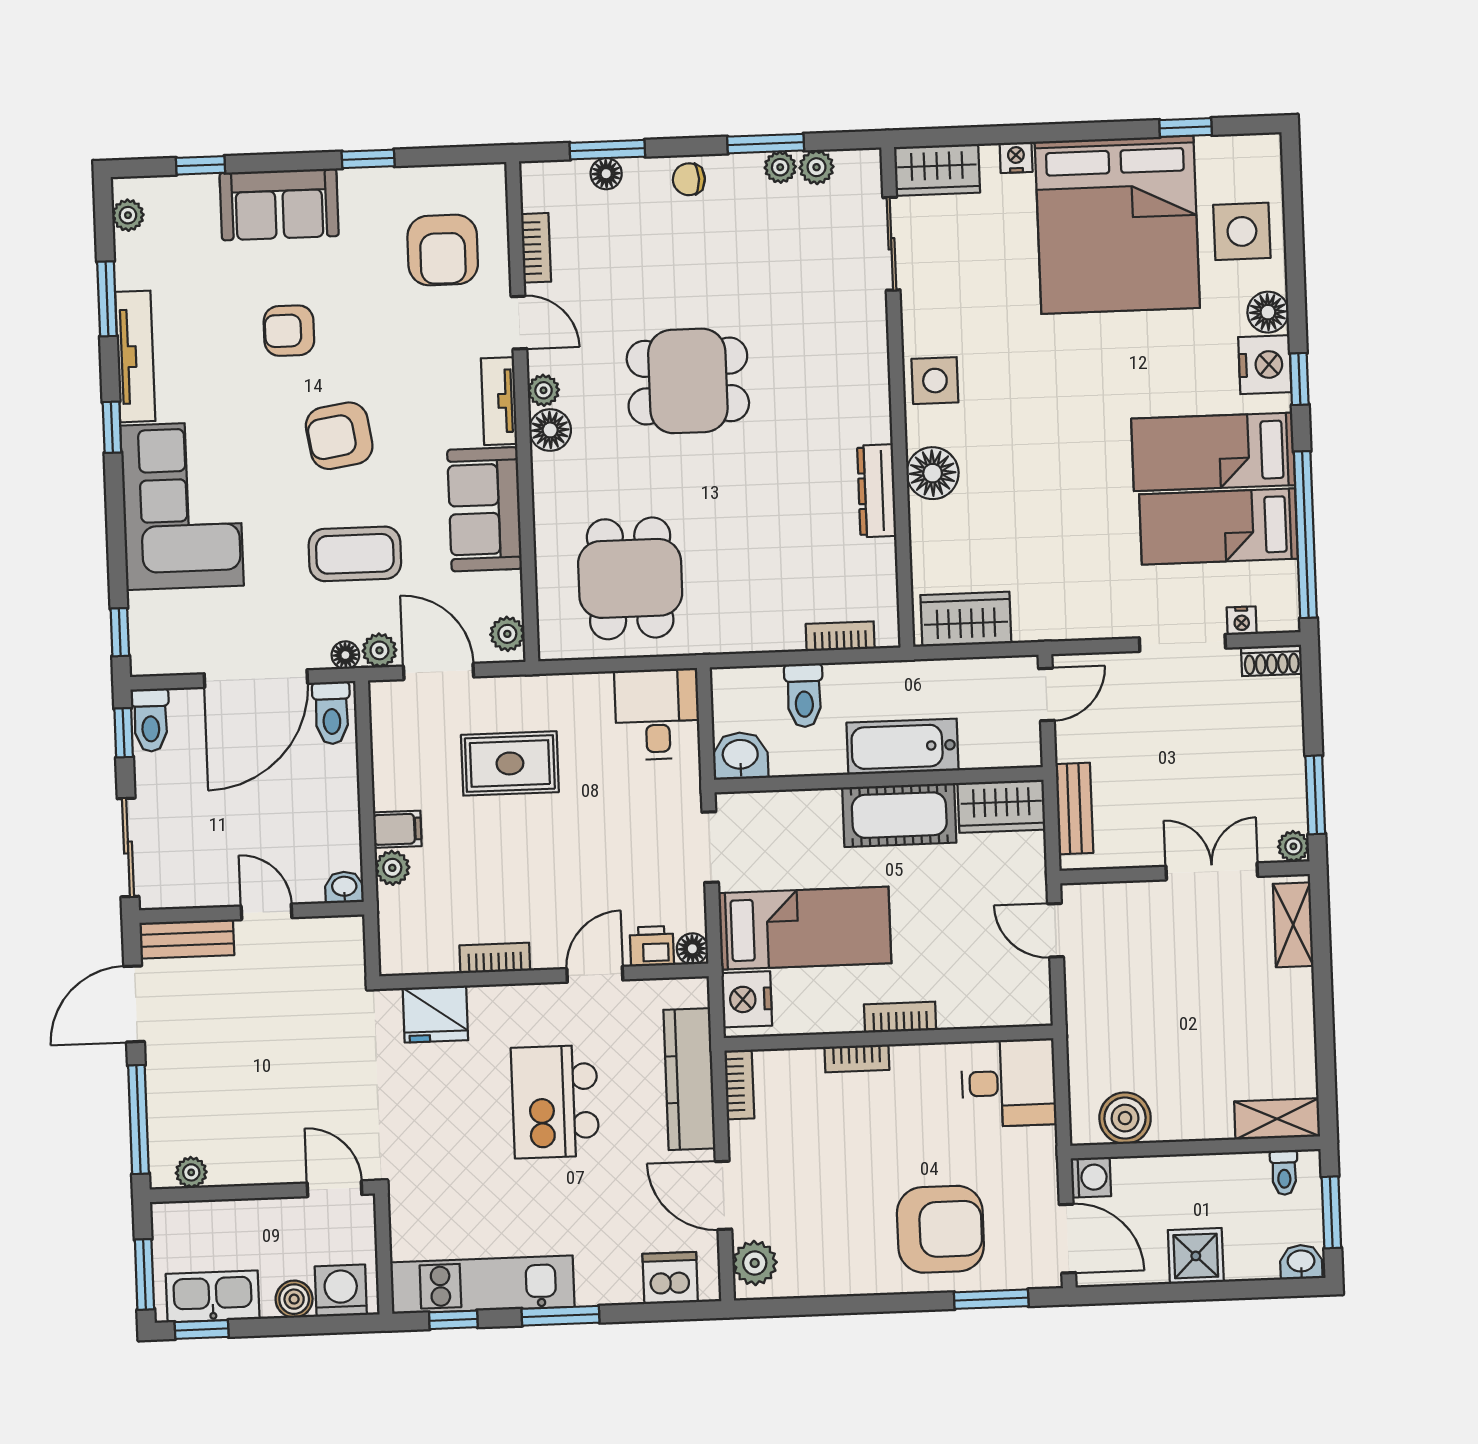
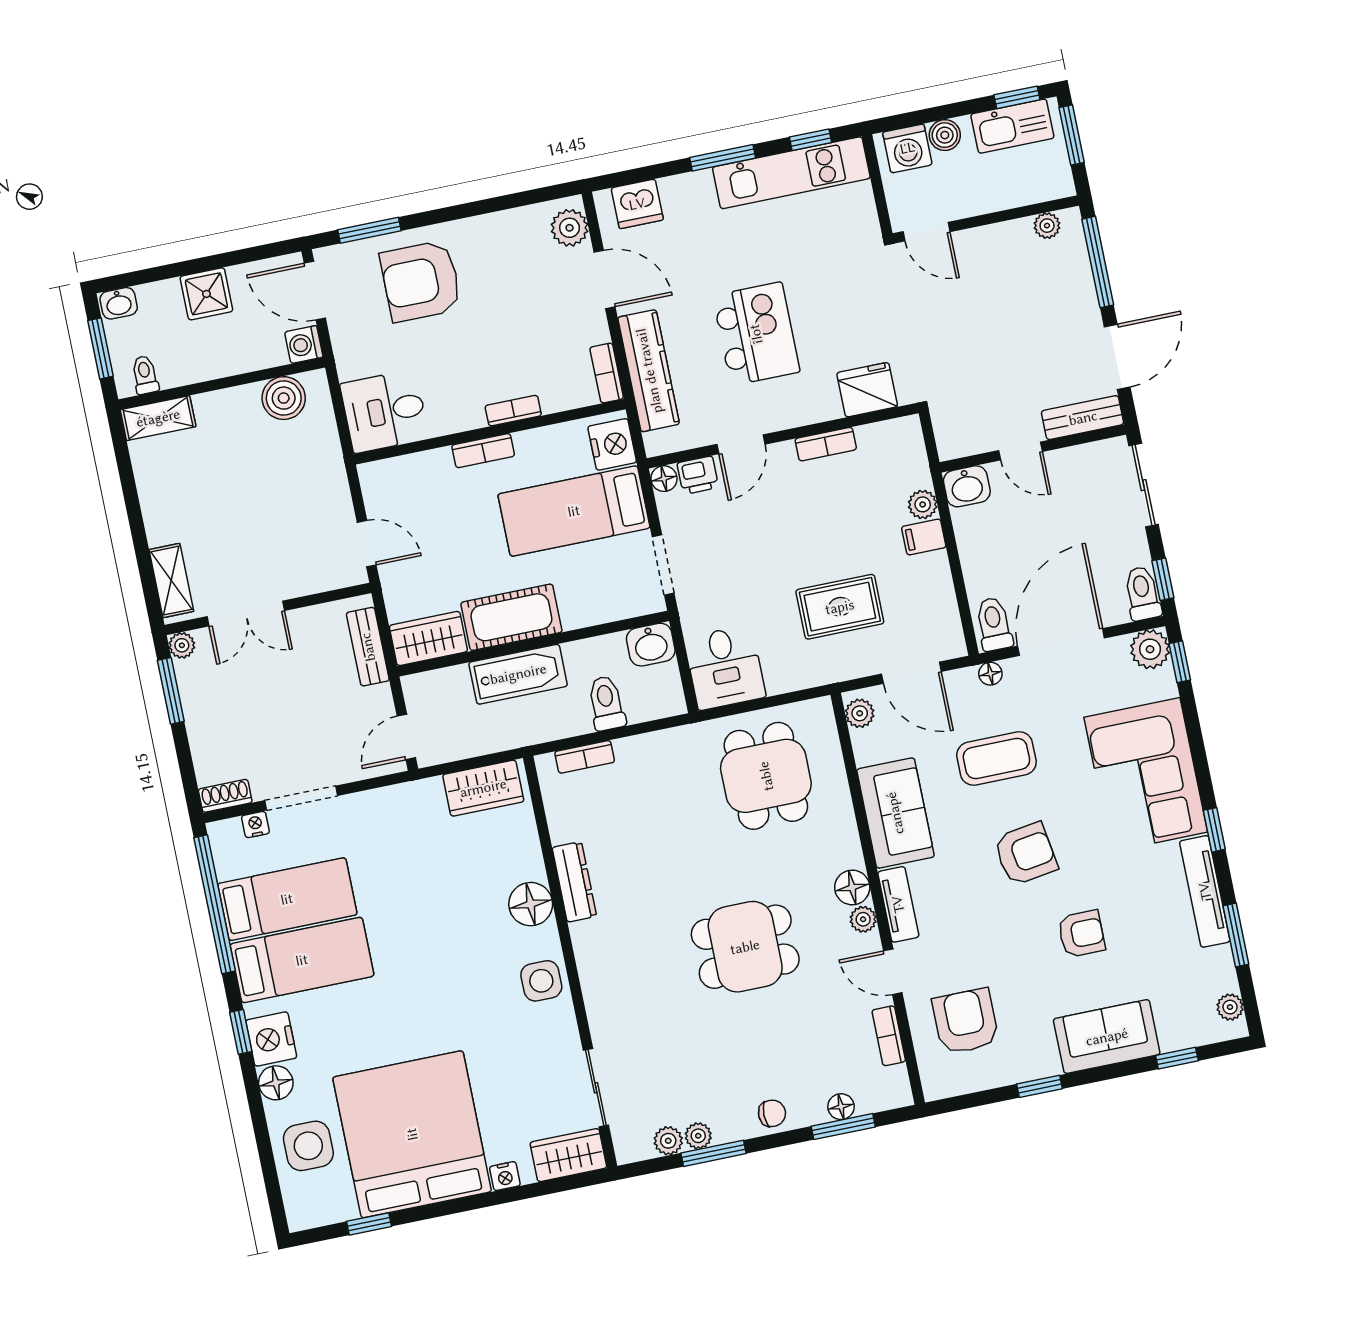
plant: (379, 650) -> (1150, 649), moved, width x1.38, depth x1.38
washbasin: (344, 887) -> (967, 486), width x1.38, depth x1.45

